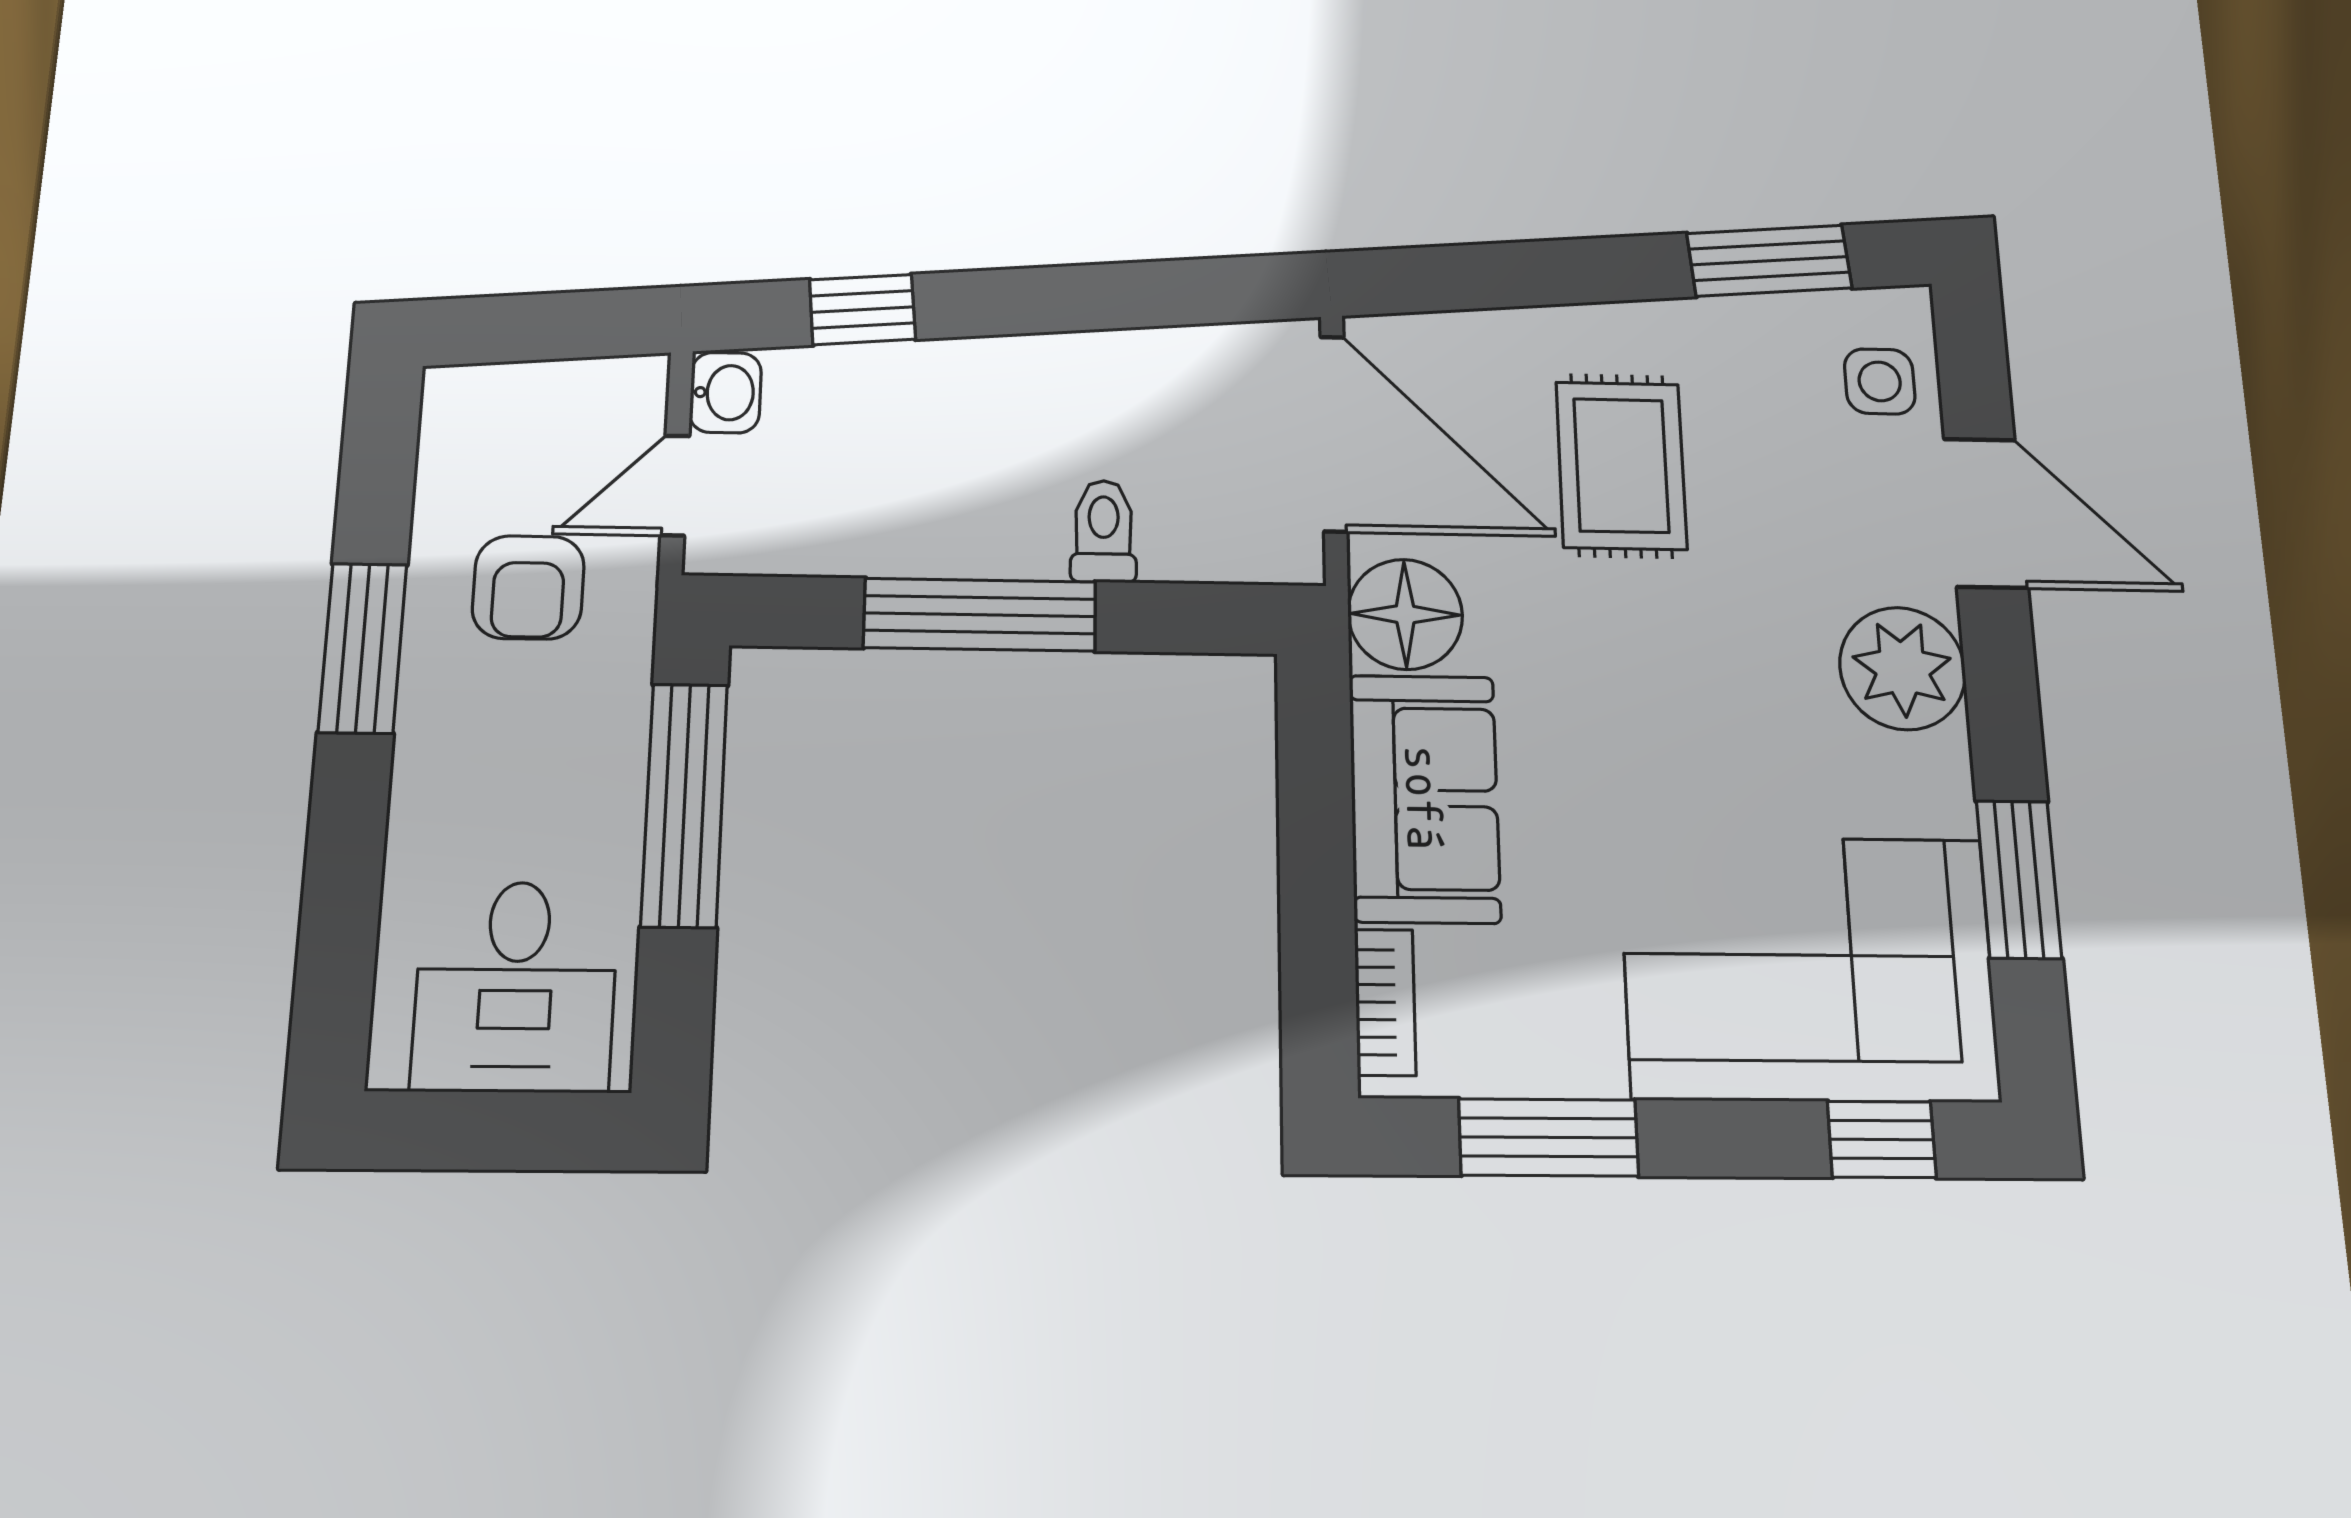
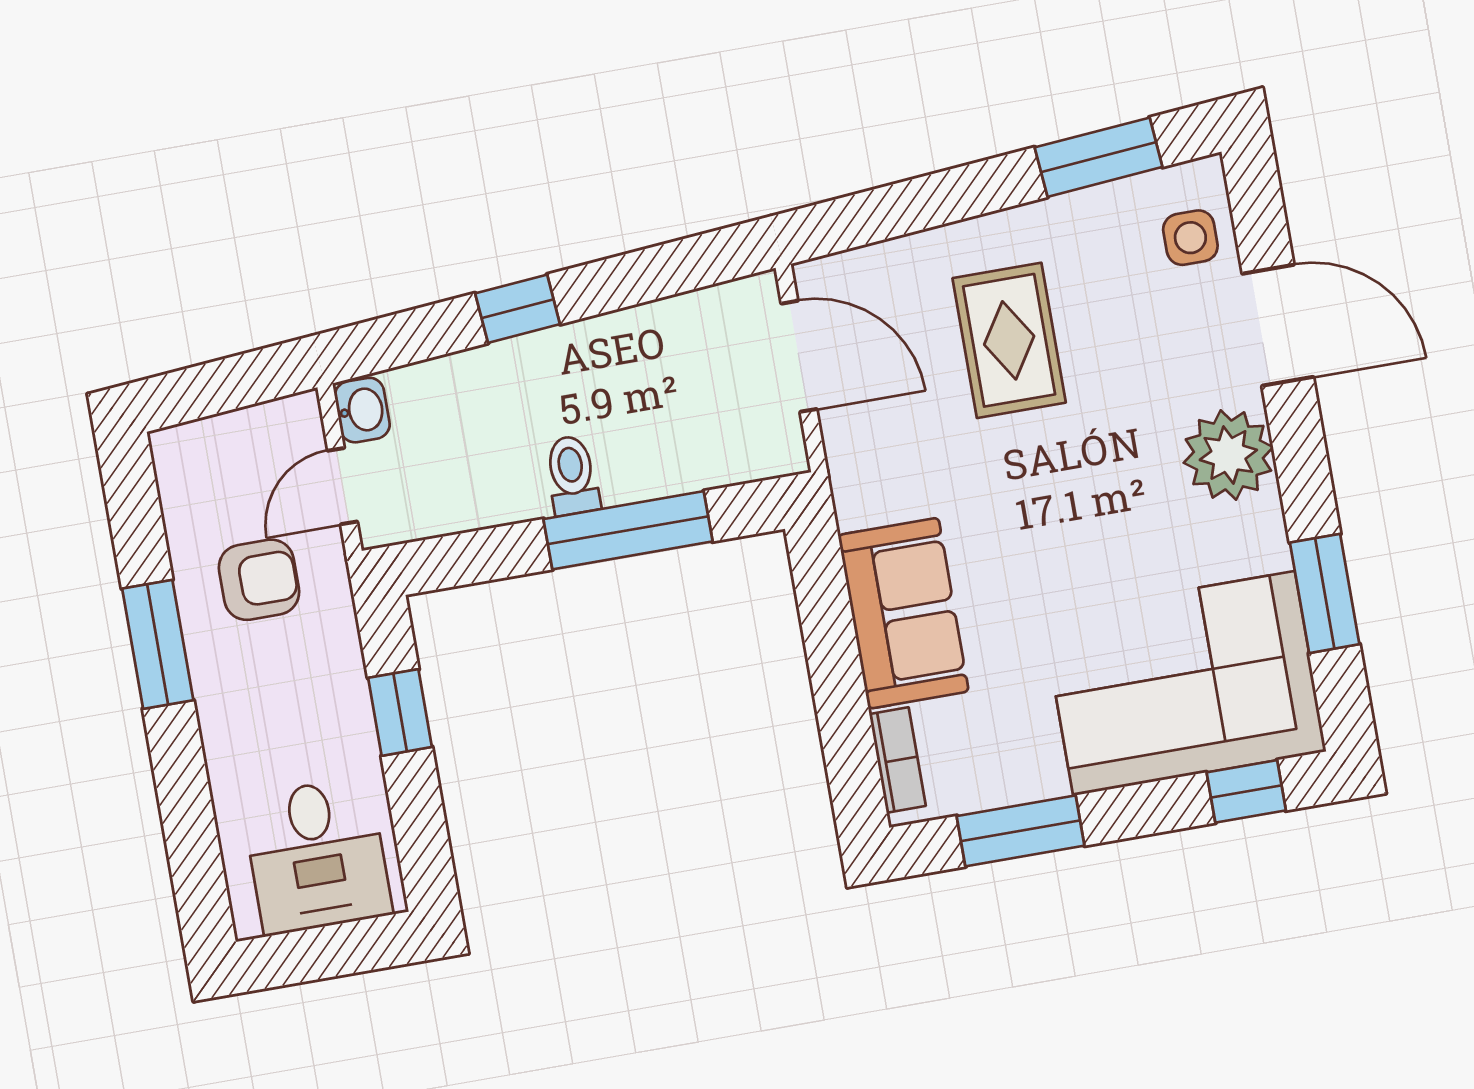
window: (862, 309) -> (518, 309), moved
door: (1334, 433) -> (799, 356), width x0.73
toilet: (1103, 531) -> (572, 475), moved
armchair: (528, 587) -> (259, 580), turned -90
floor lamp: (1405, 614) -> (870, 482), removed
window: (980, 615) -> (628, 530), moved
window: (684, 805) -> (400, 712), width x0.46

